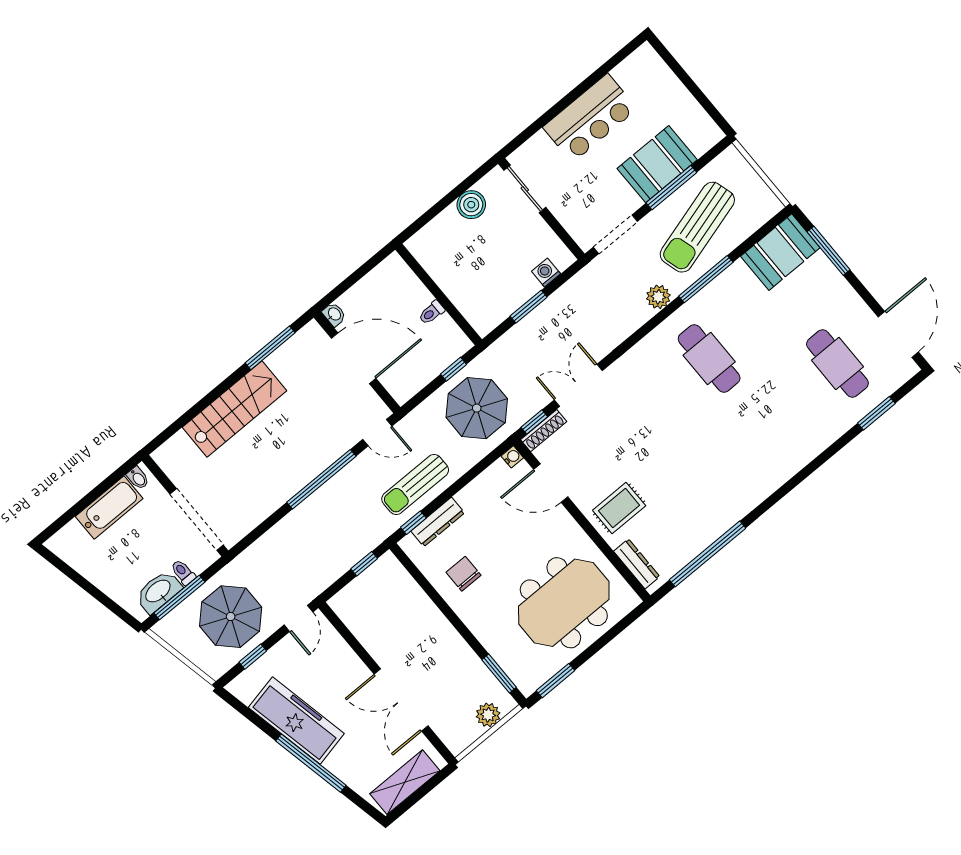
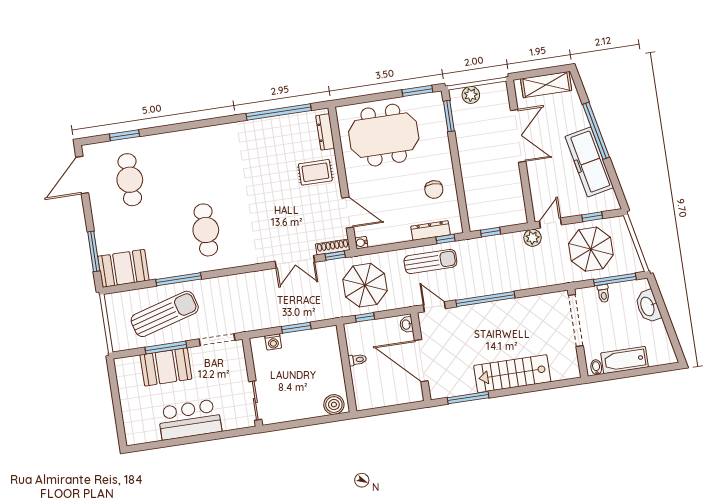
boiler: (471, 205) -> (334, 405), moved
plant: (658, 297) -> (533, 238), moved
washbasin: (334, 314) -> (406, 325), moved
washbasin: (158, 592) -> (648, 306), moved, turned 78

